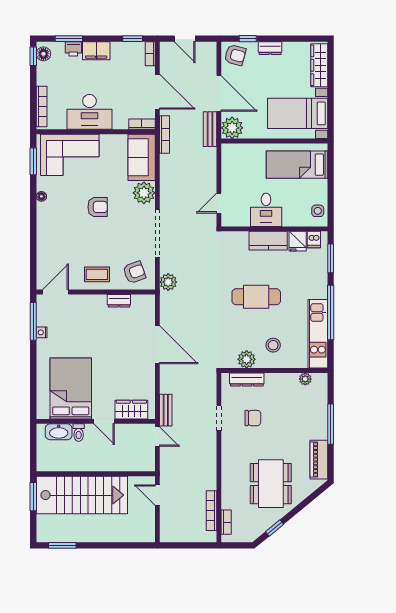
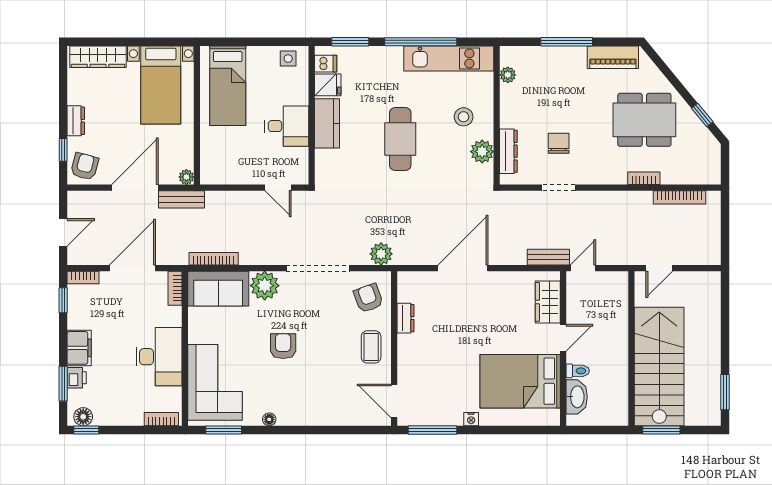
bookcase: (42, 106) -> (161, 419), width x0.64
plant: (232, 128) -> (186, 177), width x0.53, depth x0.53
bookcase: (164, 134) -> (214, 259), moved
nightstand: (42, 332) -> (471, 419), moved
bookcase: (226, 522) -> (644, 178), moved

